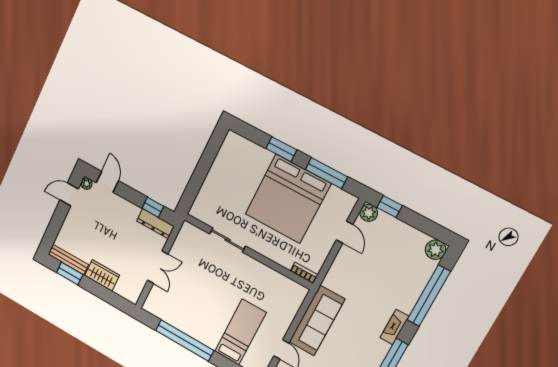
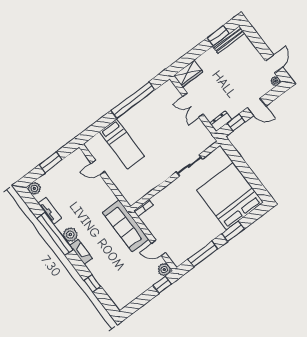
door: (107, 182) -> (257, 107), moved
bed: (288, 199) -> (230, 196), moved
dresser: (155, 224) -> (221, 121), width x0.70
plant: (436, 250) -> (70, 235), moved
wardrobe: (102, 275) -> (188, 74), moved
window: (429, 296) -> (93, 283), width x0.32
sofa: (317, 321) -> (126, 226), moved

